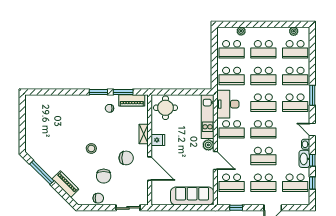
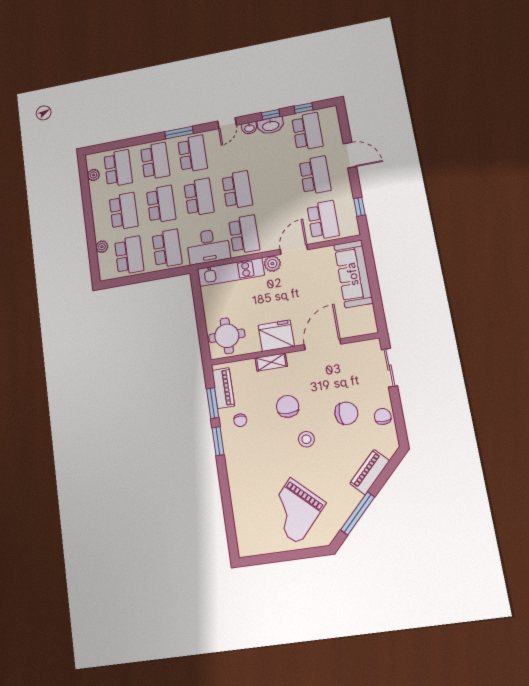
grand piano: (49, 134) -> (295, 511), added
fridge: (158, 140) -> (276, 336), width x1.88, depth x1.34
school desk: (263, 156) -> (276, 183), removed
chair: (126, 158) -> (288, 406), moved

